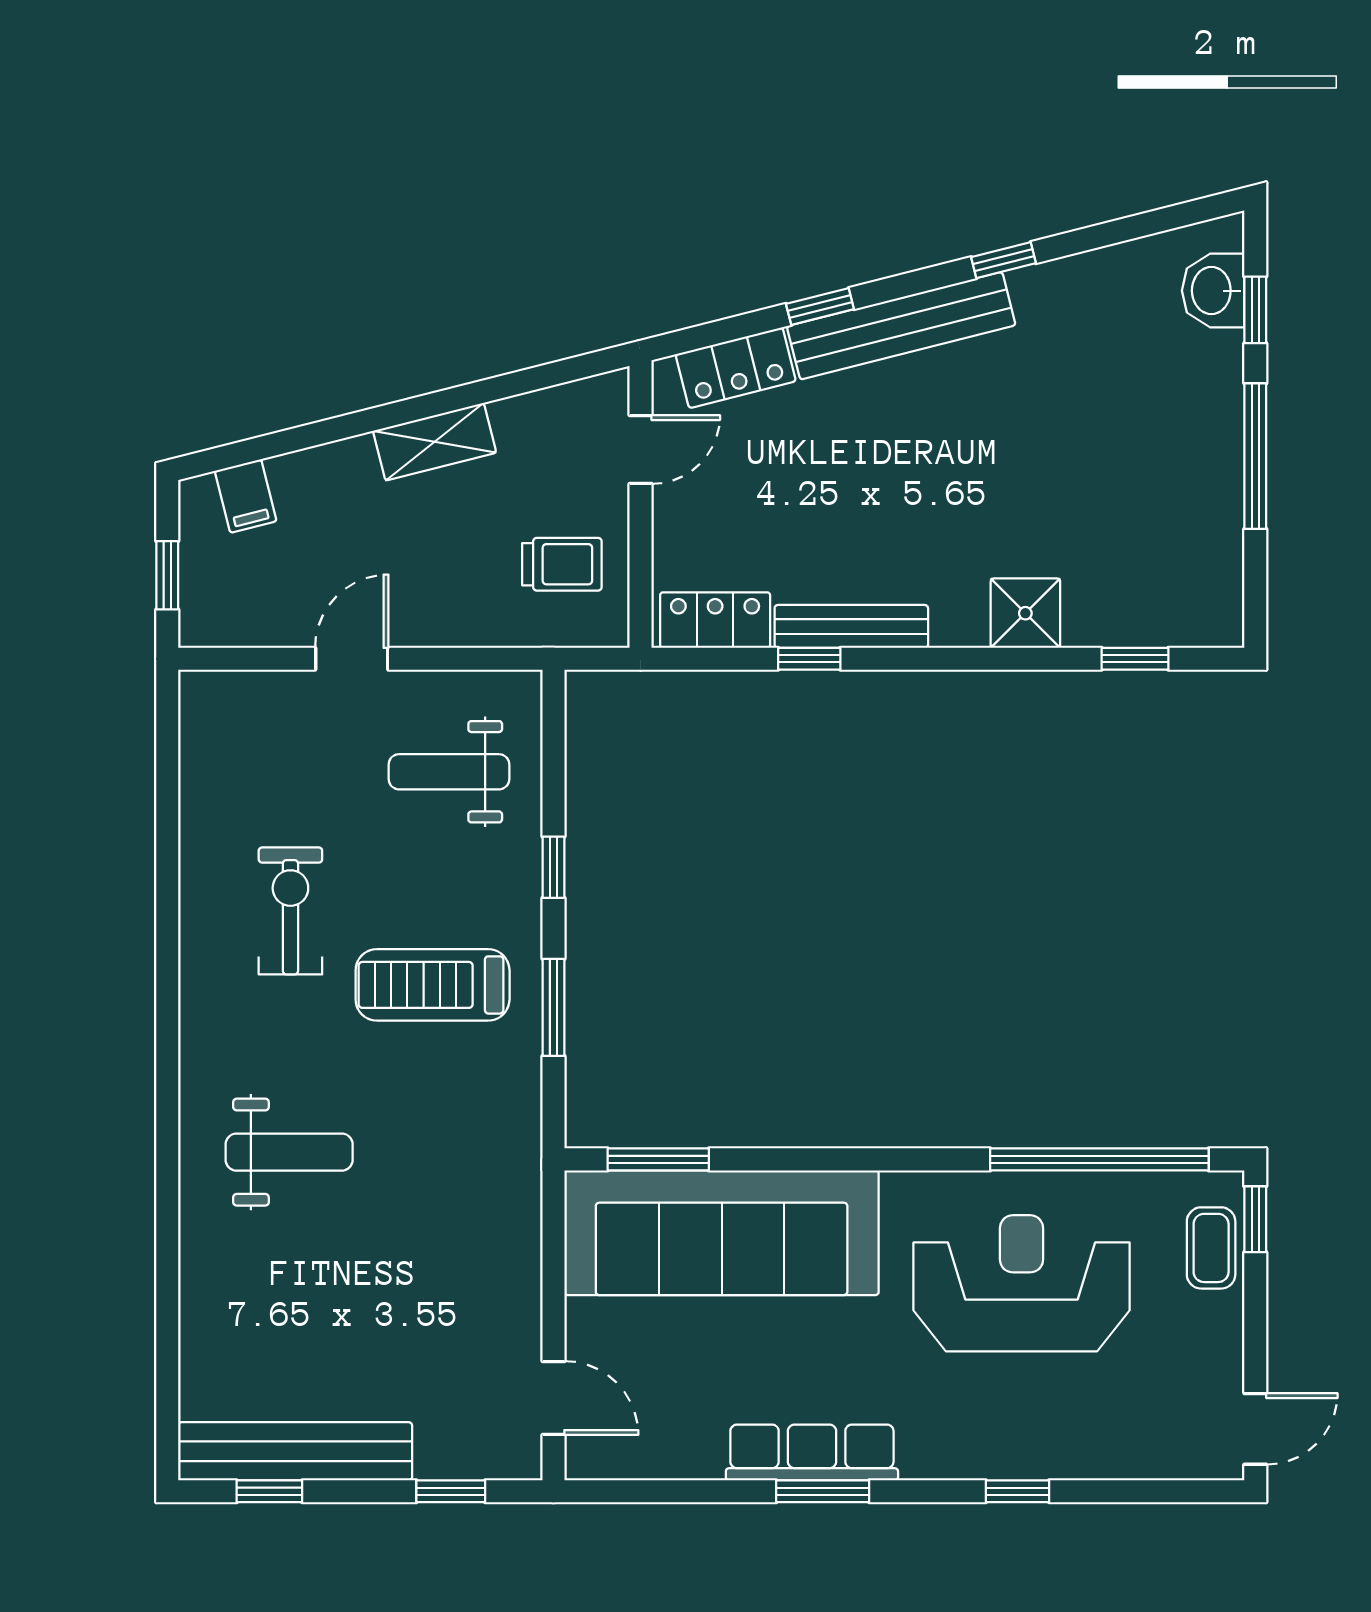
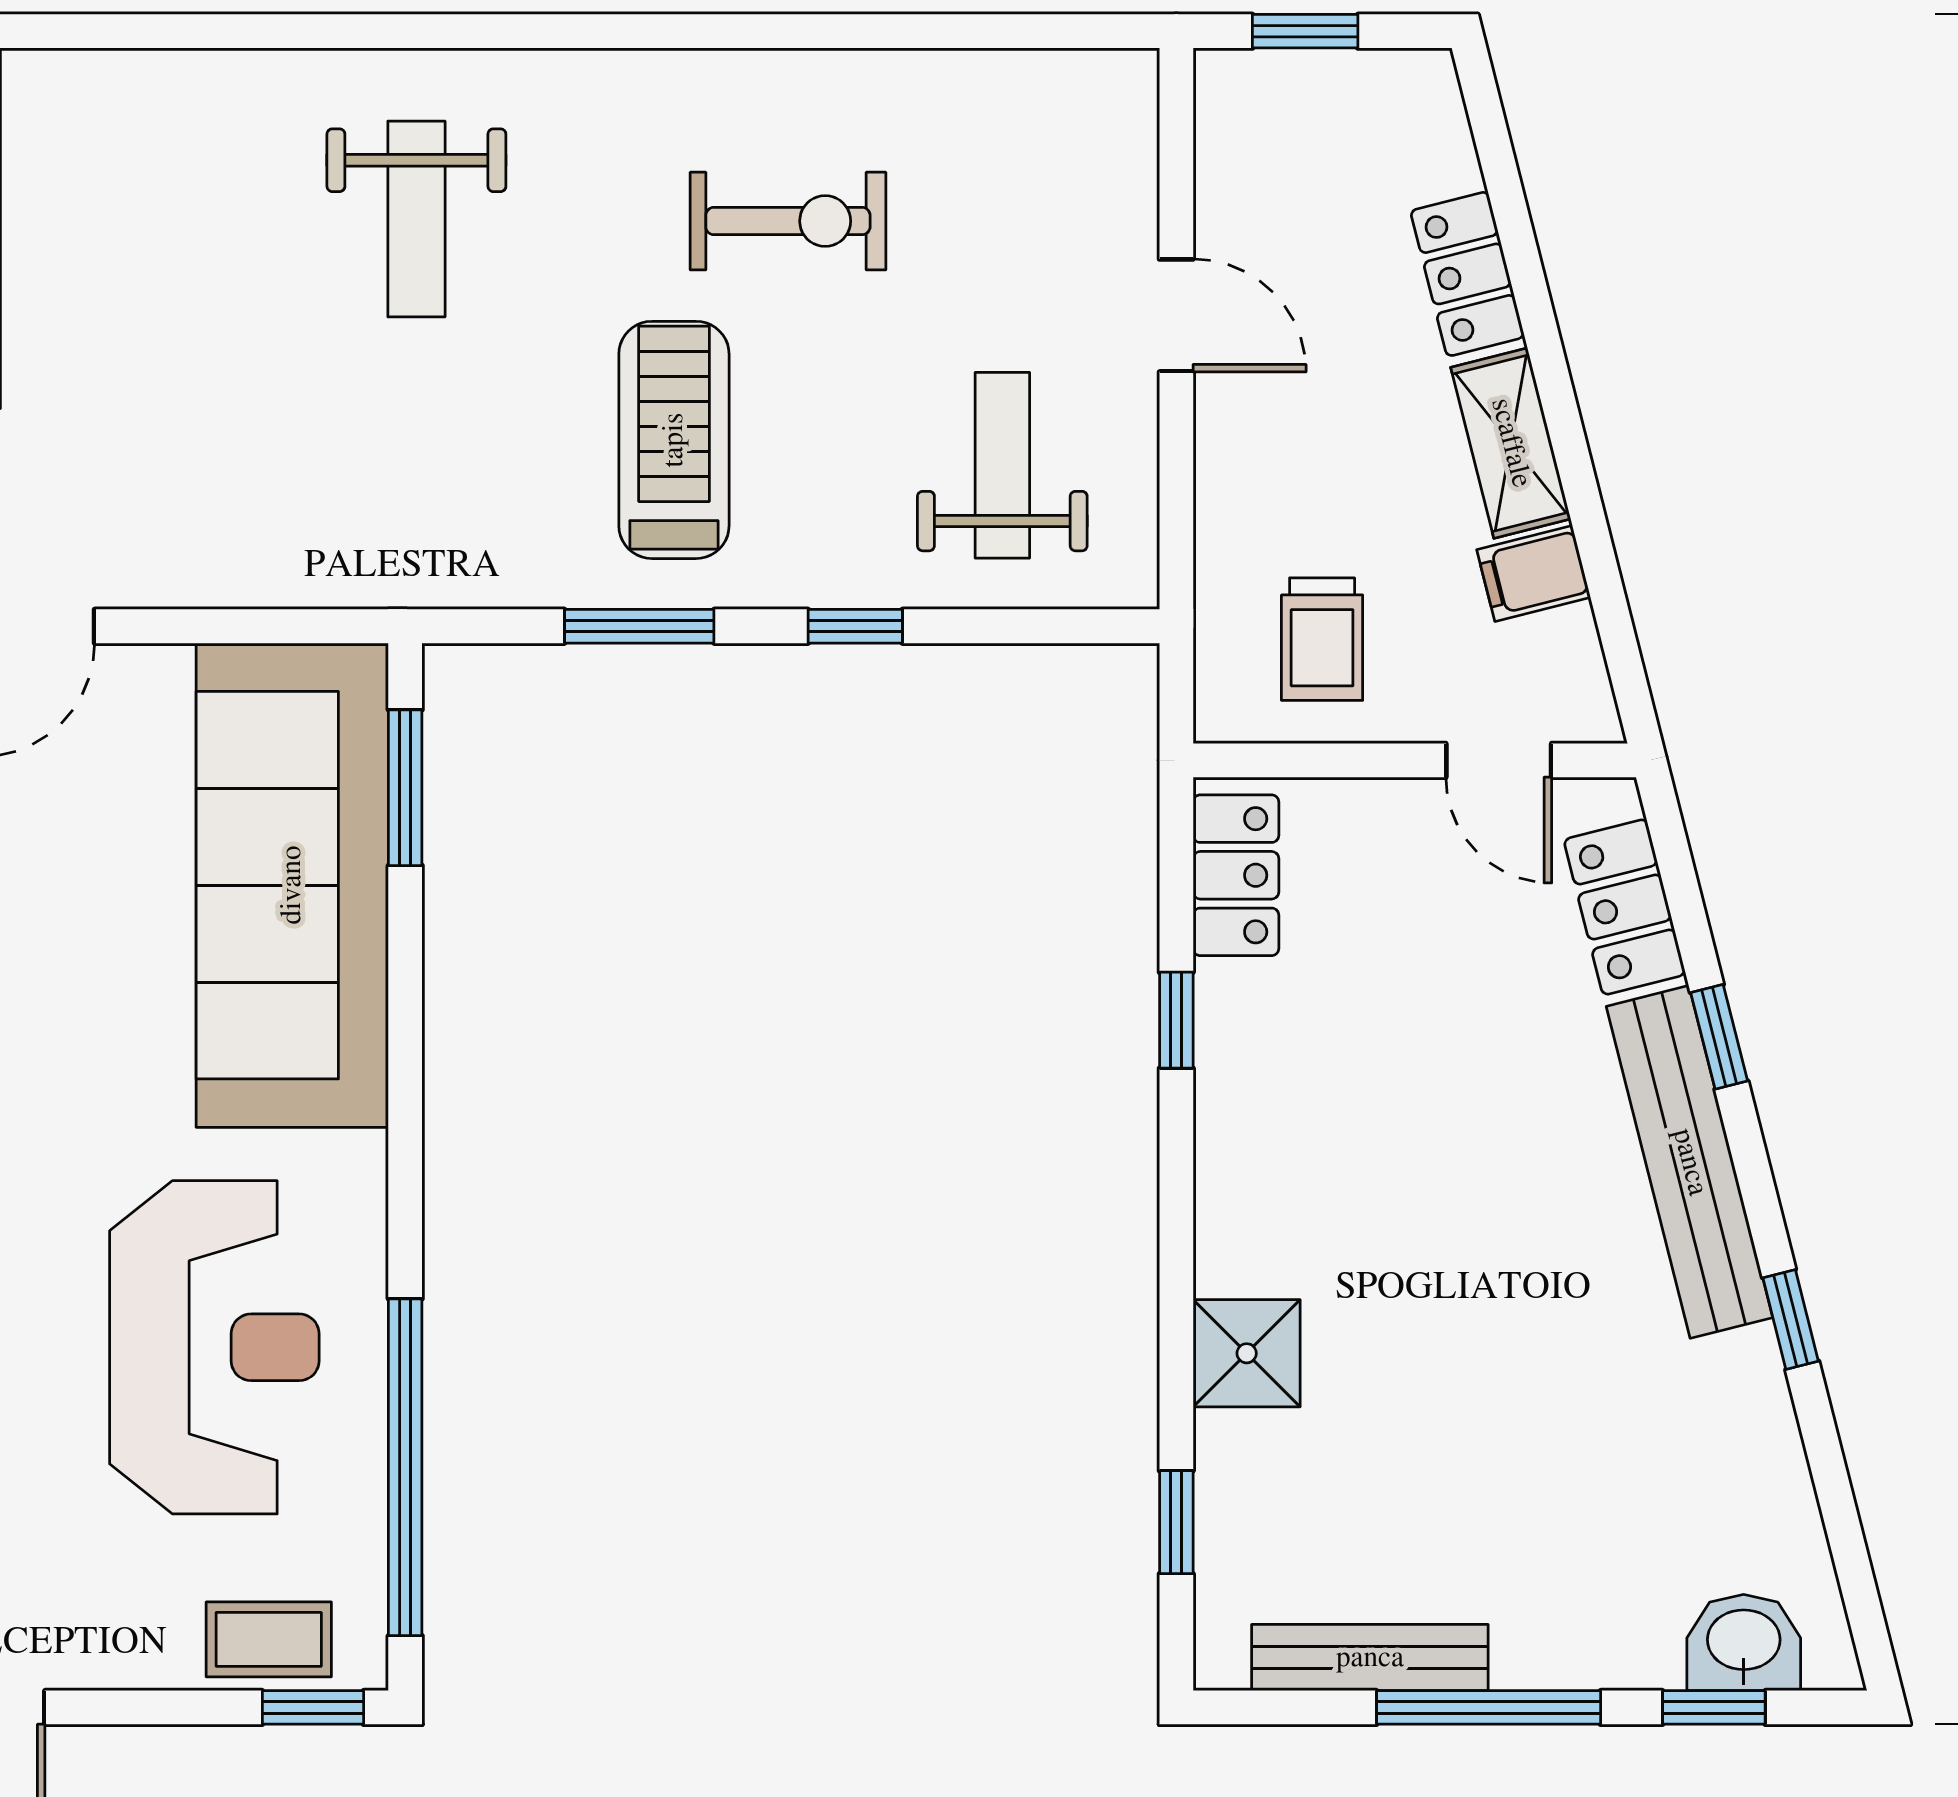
locker: (325, 470) -> (1467, 274), added
filing cabinet: (246, 496) -> (1534, 574), moved
bench: (851, 626) -> (1370, 1658), moved, turned 90

